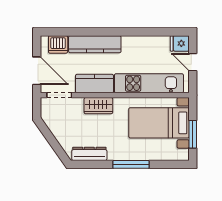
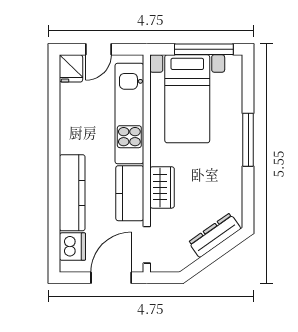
window: (193, 134) -> (204, 49), width x1.44
dresser: (89, 154) -> (215, 235), moved, turned 55

